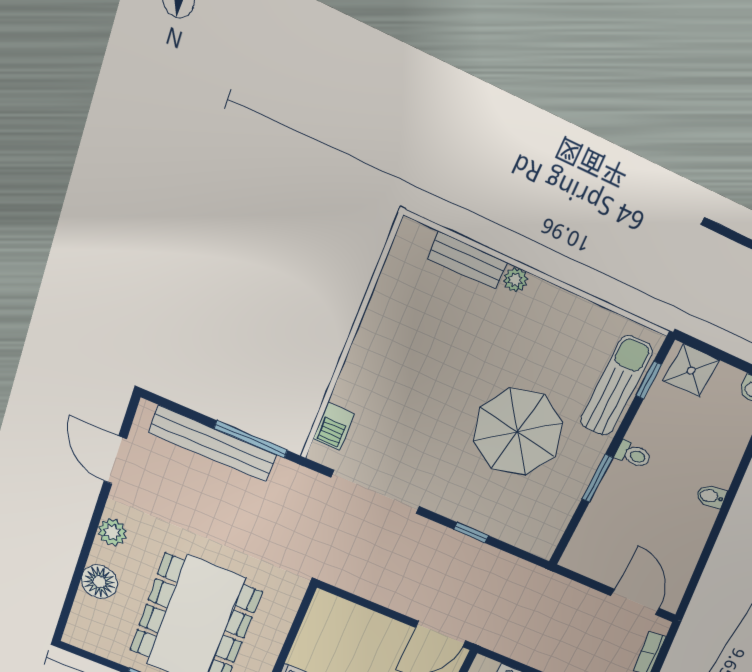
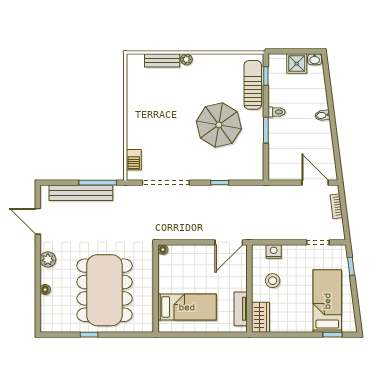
shower: (691, 371) -> (297, 64), moved
floor lamp: (99, 582) -> (45, 290), width x0.53, depth x0.53
floor lamp: (322, 599) -> (163, 250), added

